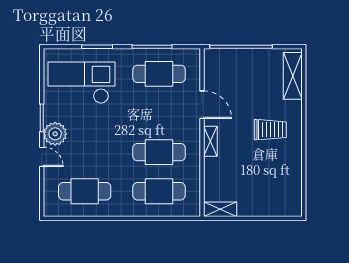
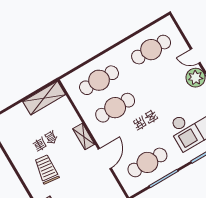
door: (202, 105) -> (105, 159), swing flipped
trolley: (270, 130) -> (47, 169), turned 97
shelving: (220, 209) -> (44, 98), width x1.50, depth x1.33

